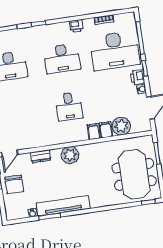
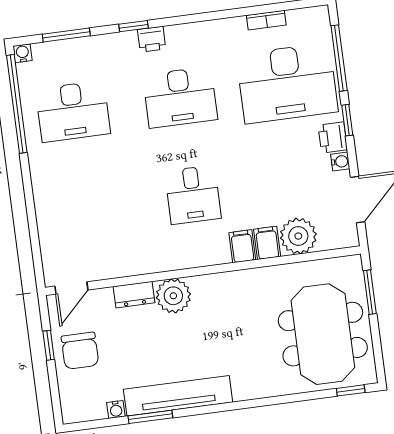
printer: (76, 26) -> (152, 39), moved
plant: (70, 155) -> (173, 296), moved

